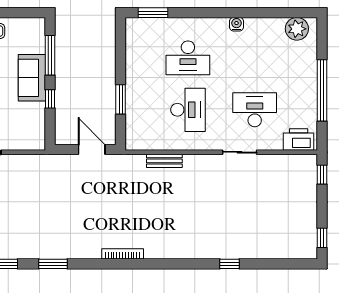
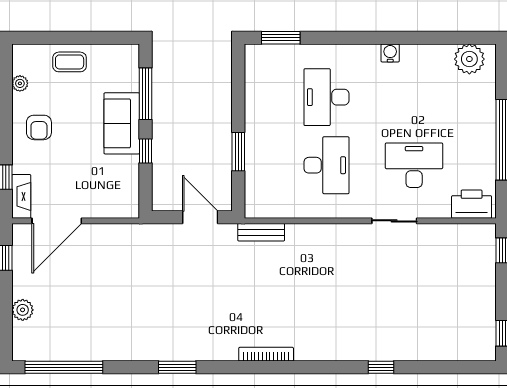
desk: (188, 58) -> (326, 97), turned 90
bench: (164, 161) -> (261, 232), moved
bookcase: (123, 254) -> (266, 354), moved
window: (53, 264) -> (177, 367), moved

